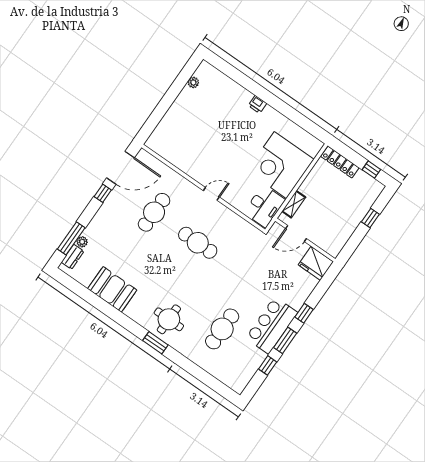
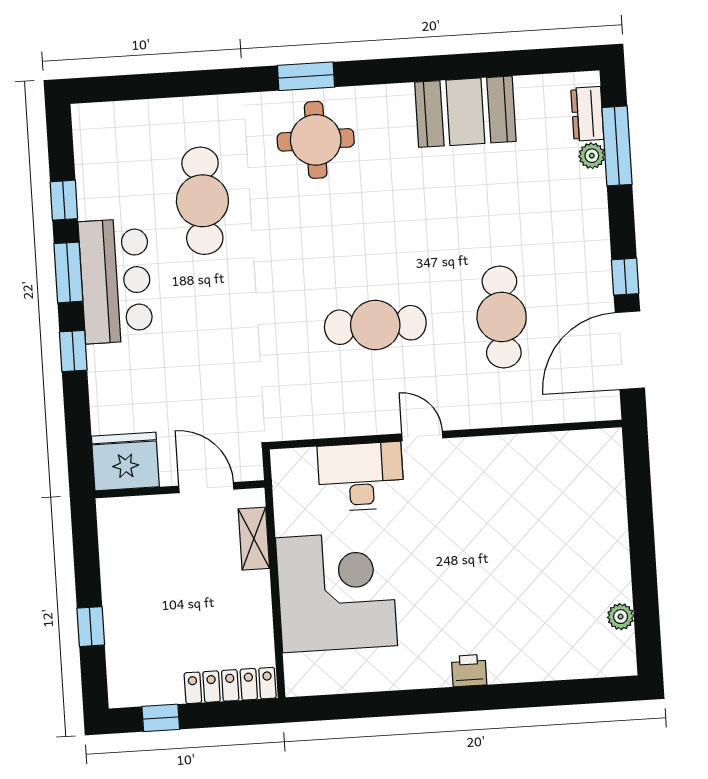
door: (211, 194) -> (422, 436), swing flipped
desk: (264, 206) -> (361, 477), moved, turned 90
door: (296, 233) -> (206, 488), hinge flipped

